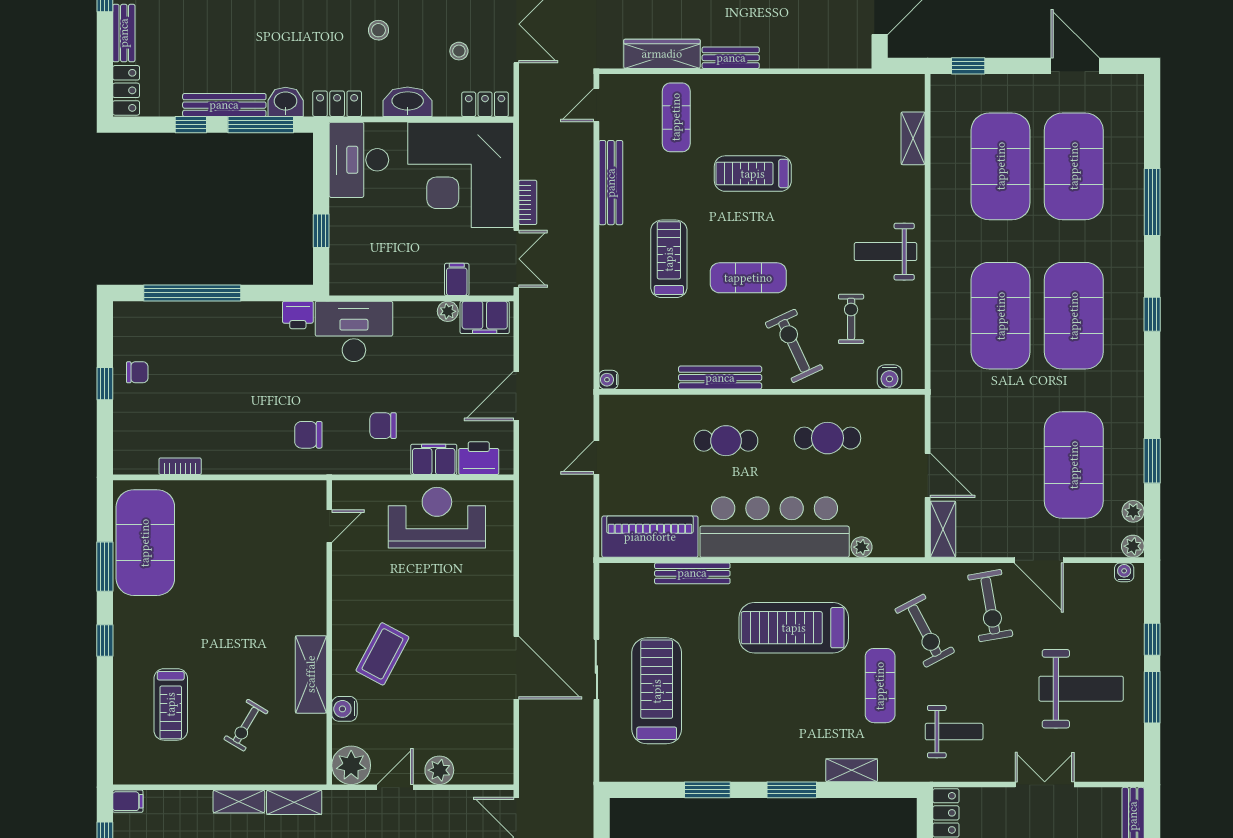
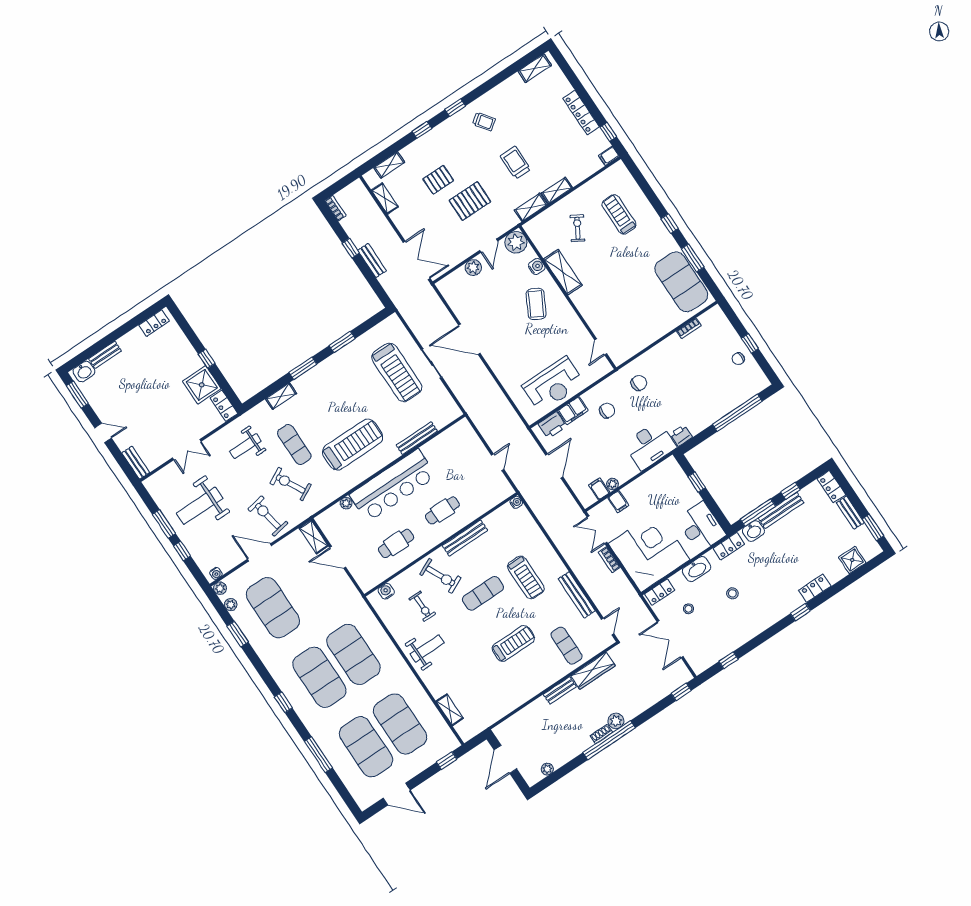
filing cabinet: (485, 317) -> (599, 489), width x0.50
piano: (650, 537) -> (448, 442), removed

